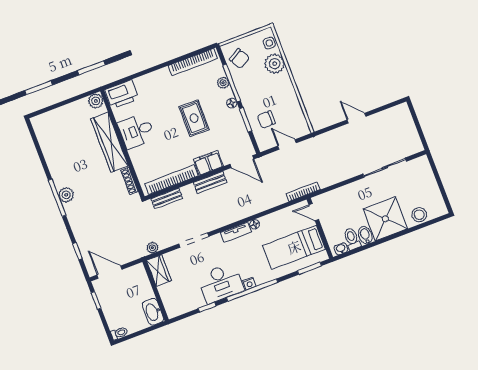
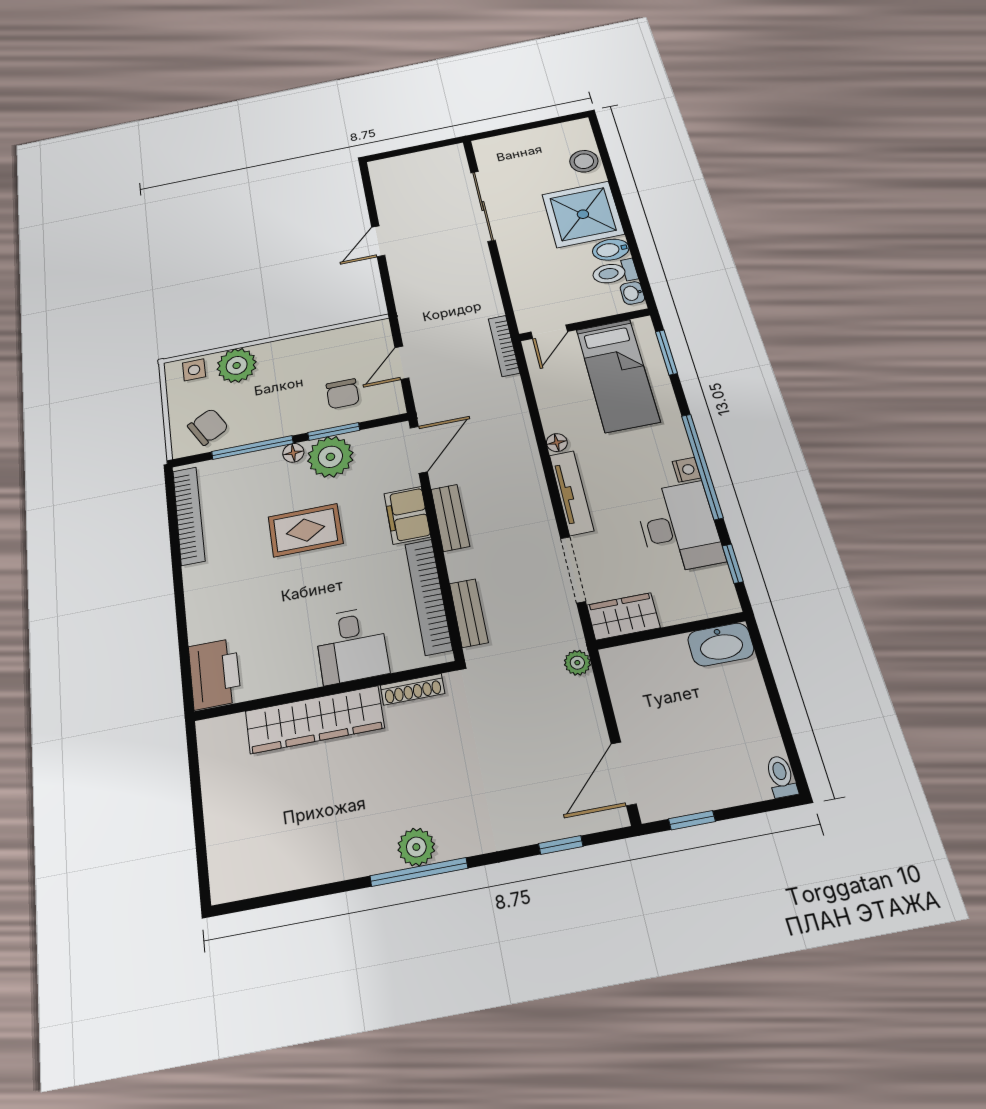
plant: (223, 83) -> (330, 457), moved, width x1.88, depth x1.88
plant: (96, 101) -> (214, 735), removed
desk: (137, 131) -> (352, 645), moved
tv unit: (236, 232) -> (571, 493), width x1.41
wardrobe: (159, 271) -> (623, 616), moved
wall: (156, 291) -> (670, 631), moved
washbasin: (153, 312) -> (721, 644), moved

